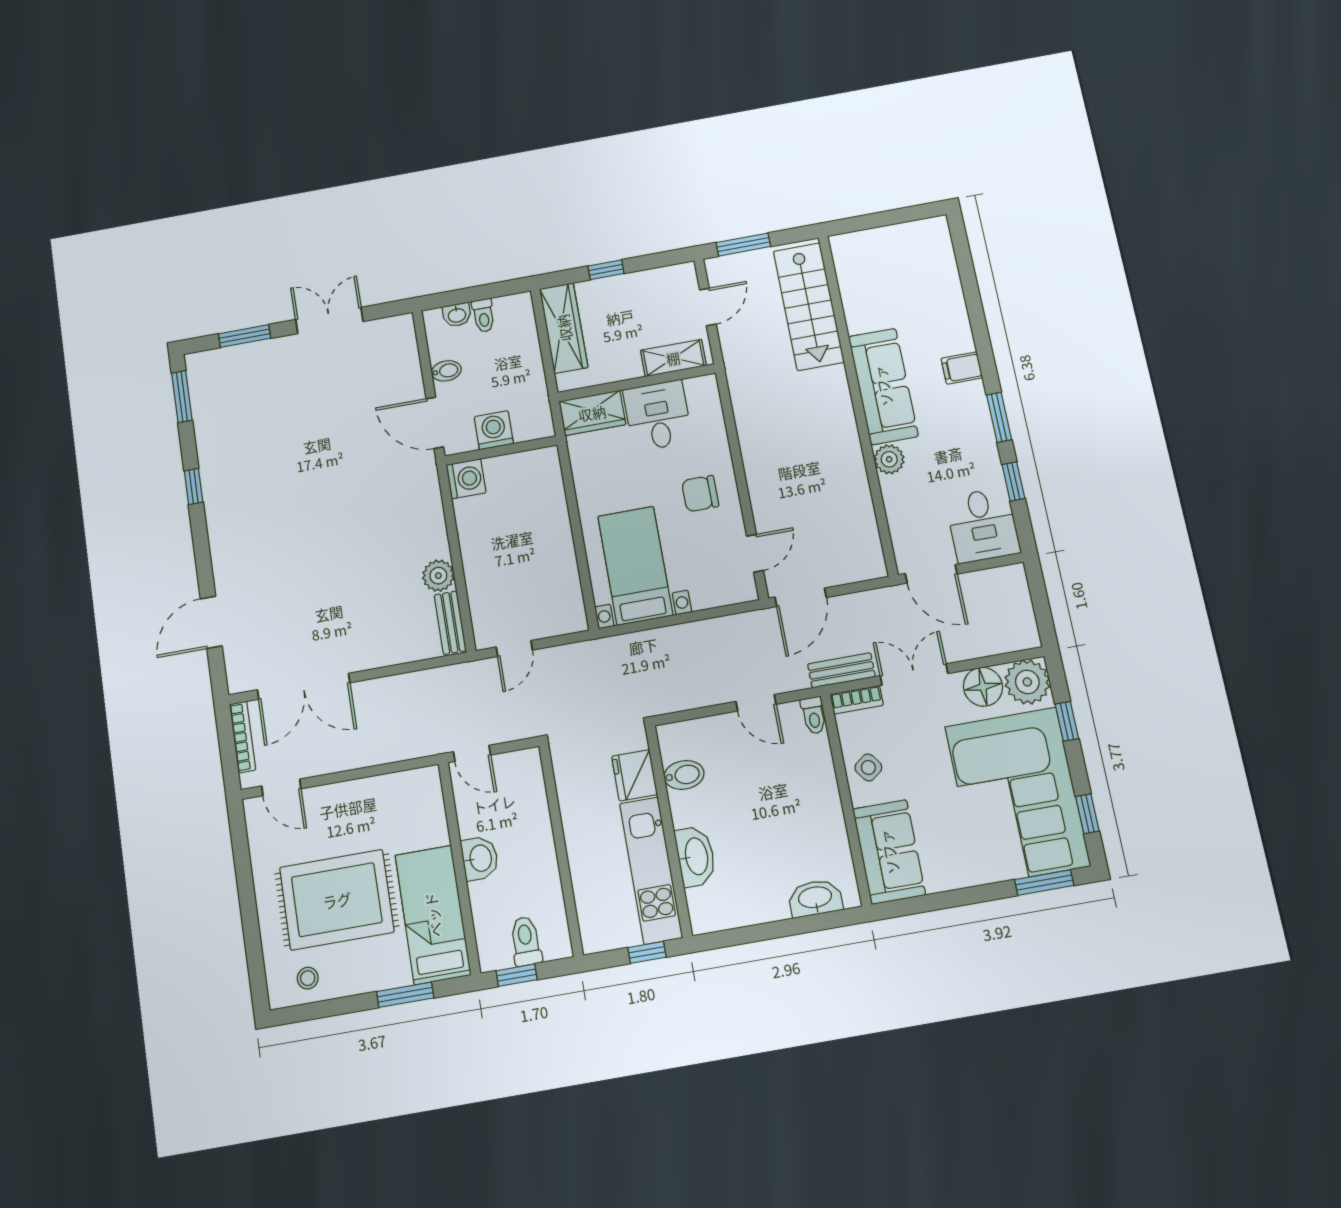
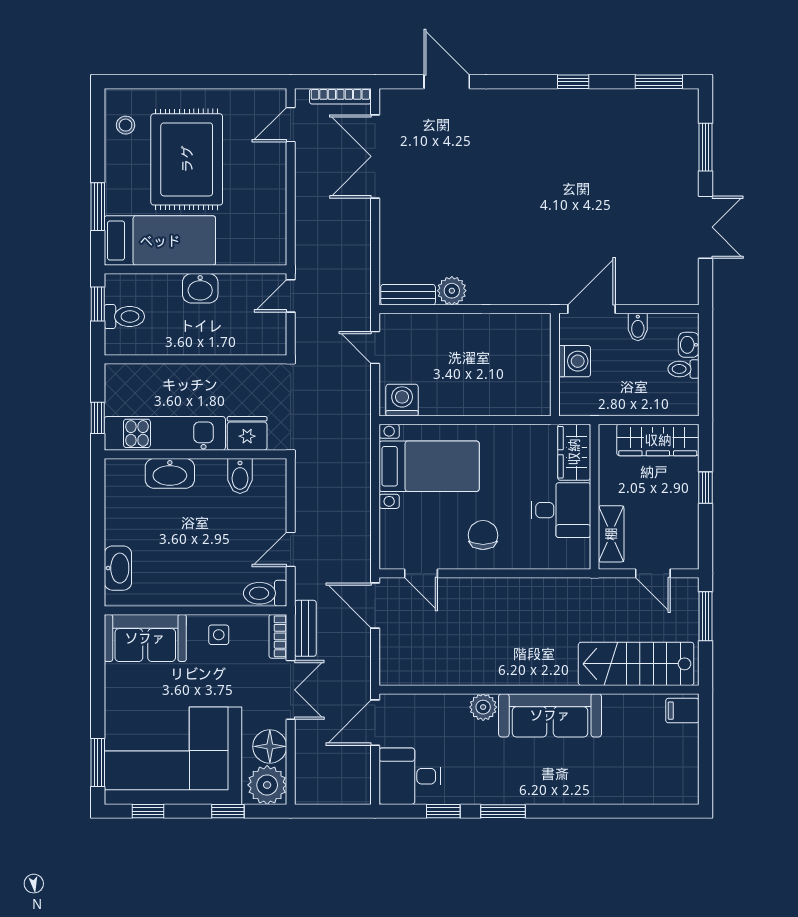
filing cabinet: (962, 368) -> (682, 711), moved, turned -90
washing machine: (466, 479) -> (402, 400), moved, turned 180
toilet: (814, 715) -> (265, 593), width x1.37, depth x1.39
side table: (868, 767) -> (219, 635), turned 36

